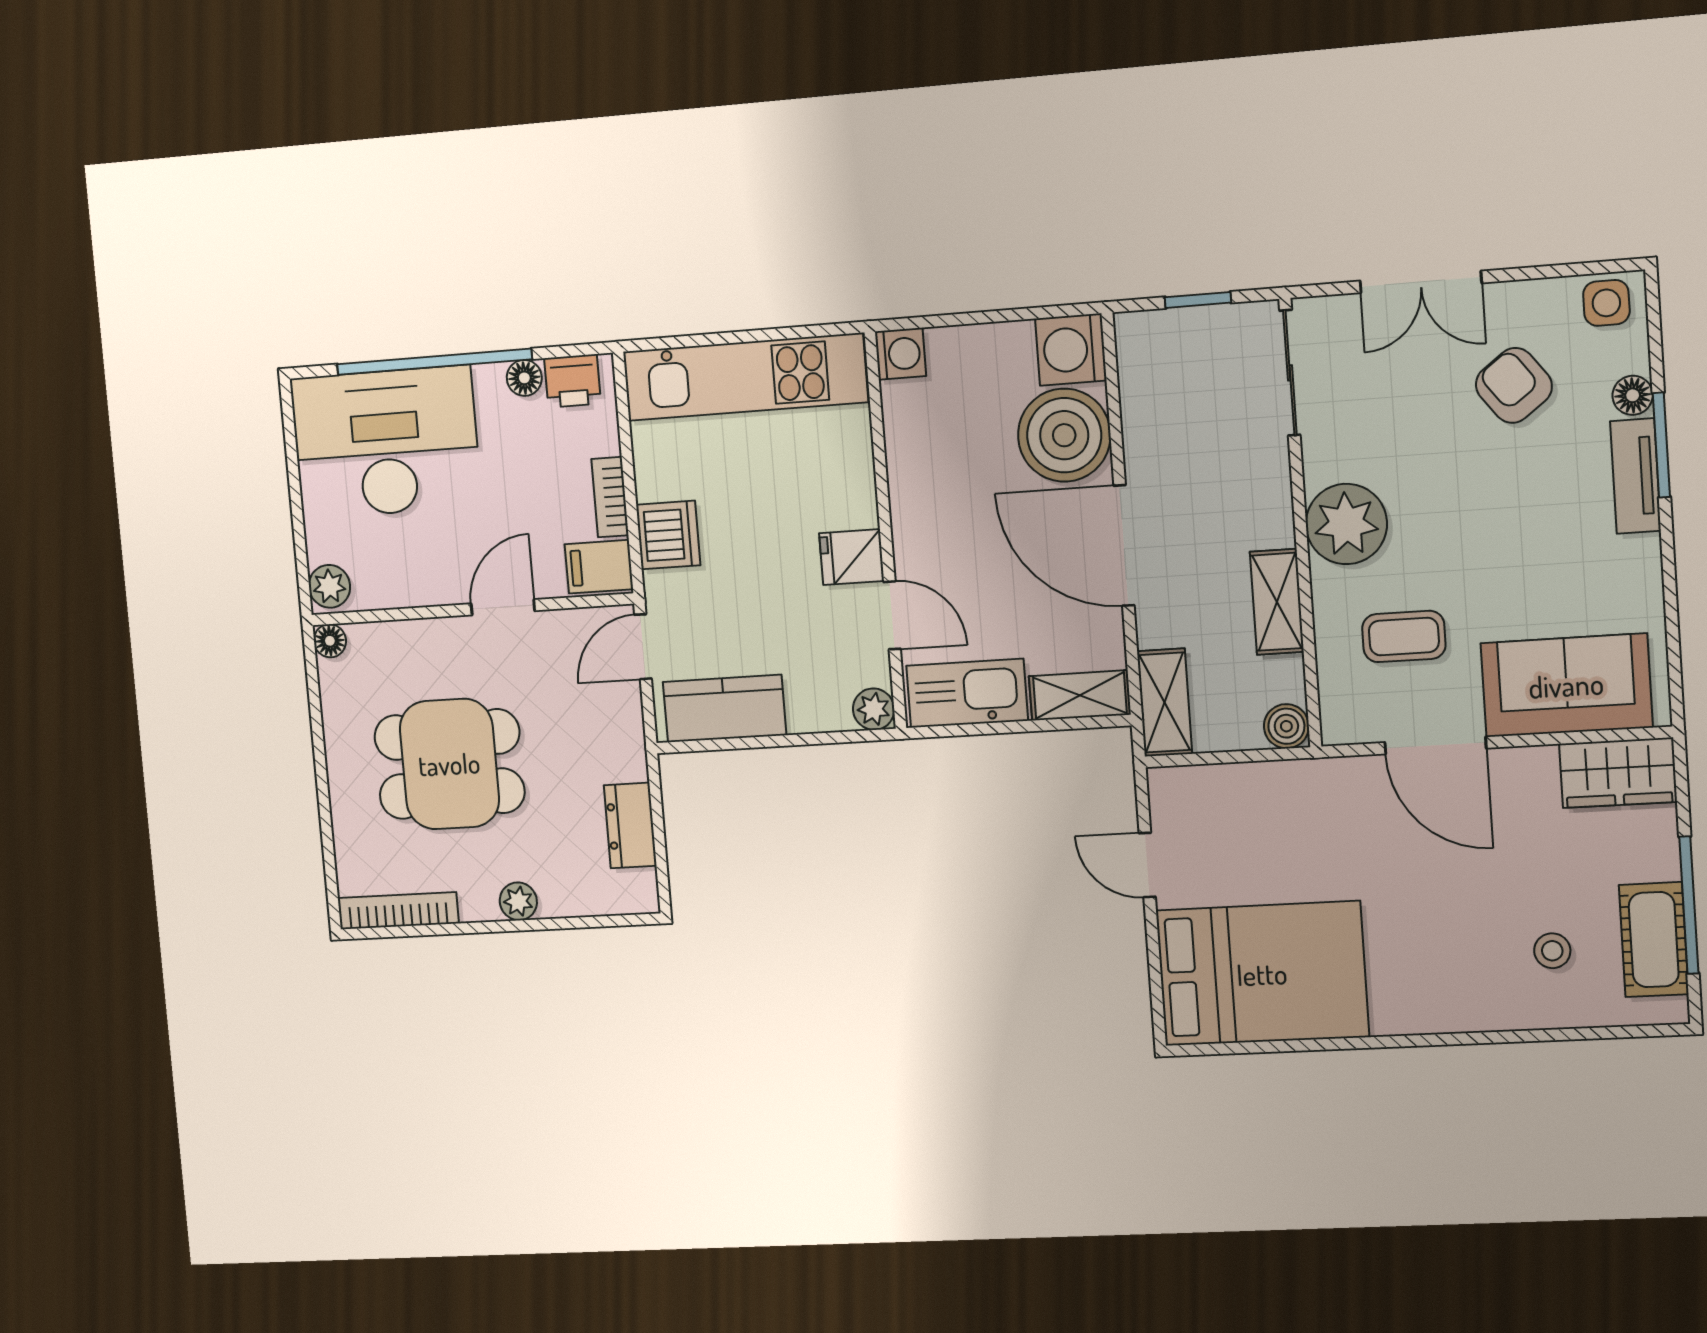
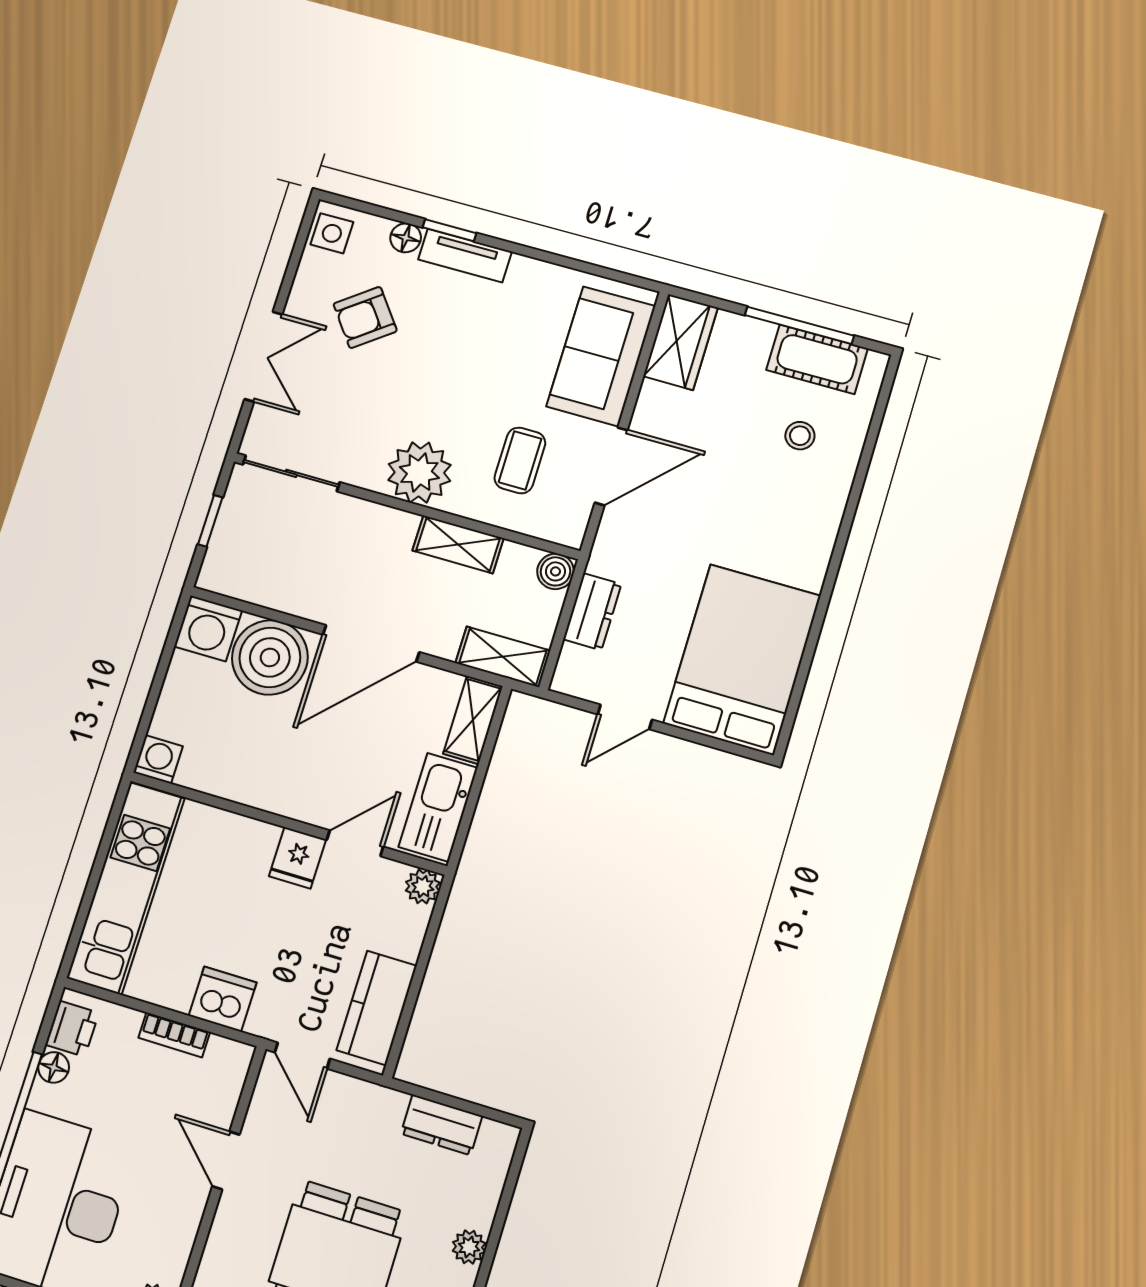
window: (1661, 445) -> (449, 230), width x0.67
filing cabinet: (599, 567) -> (225, 1066), removed
dresser: (1255, 785) -> (592, 612), added

